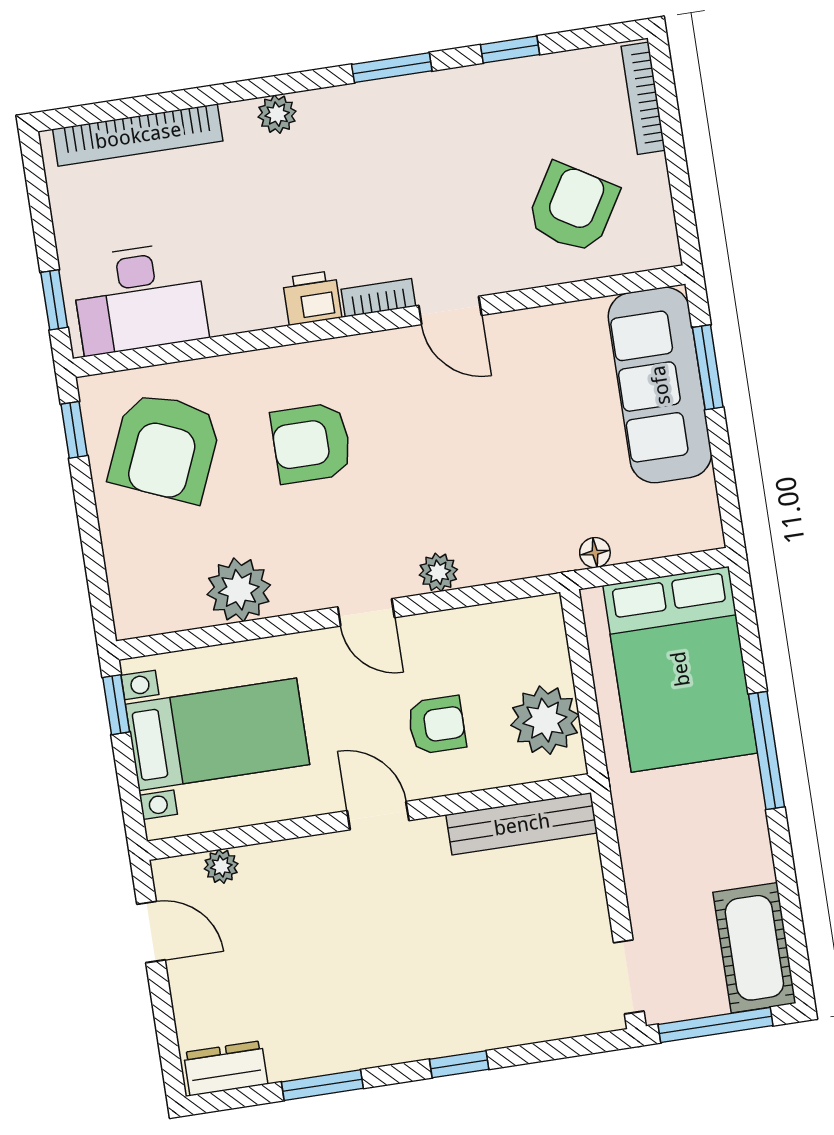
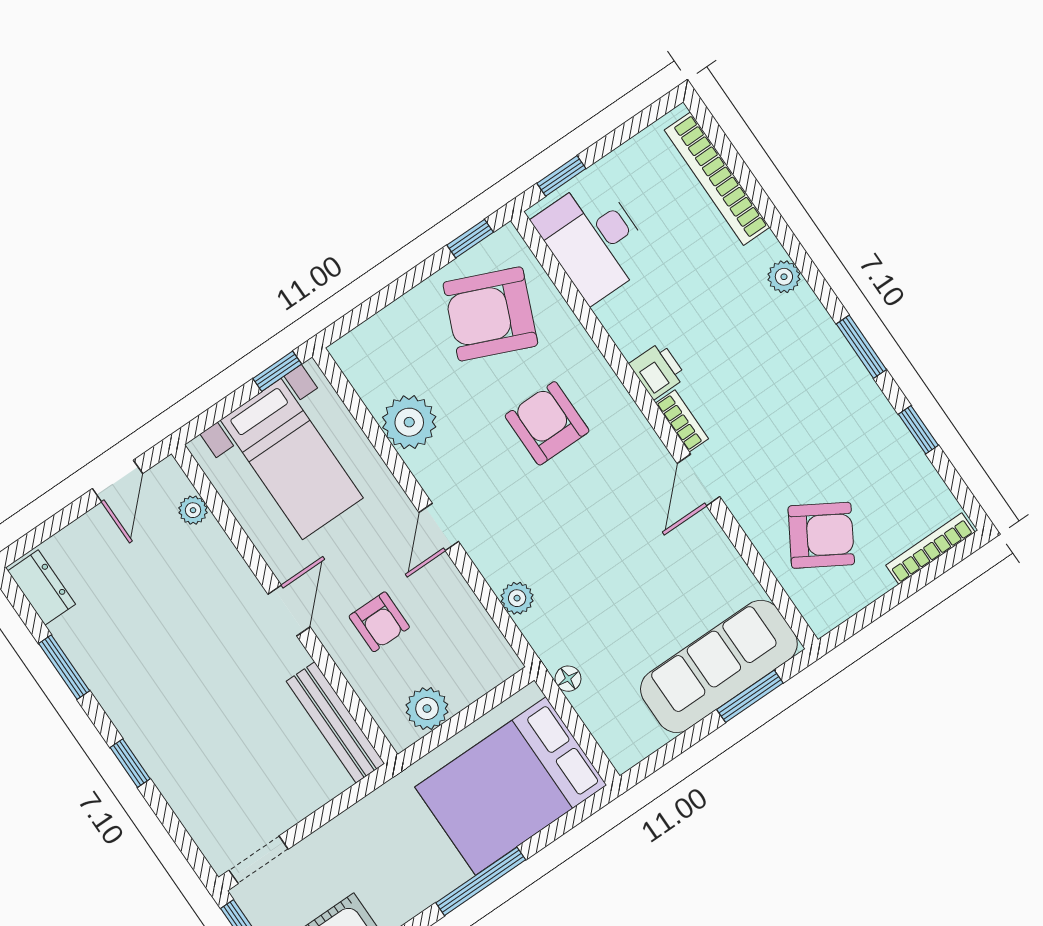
plant: (438, 572) -> (517, 598), moved
plant: (545, 720) -> (427, 709), width x0.73, depth x0.73

